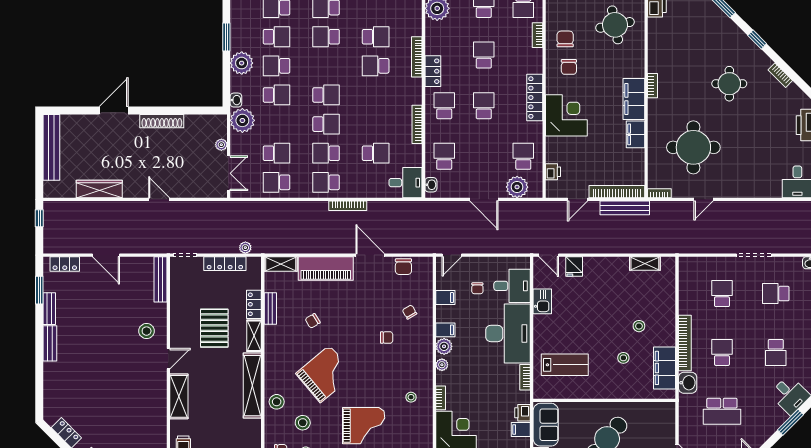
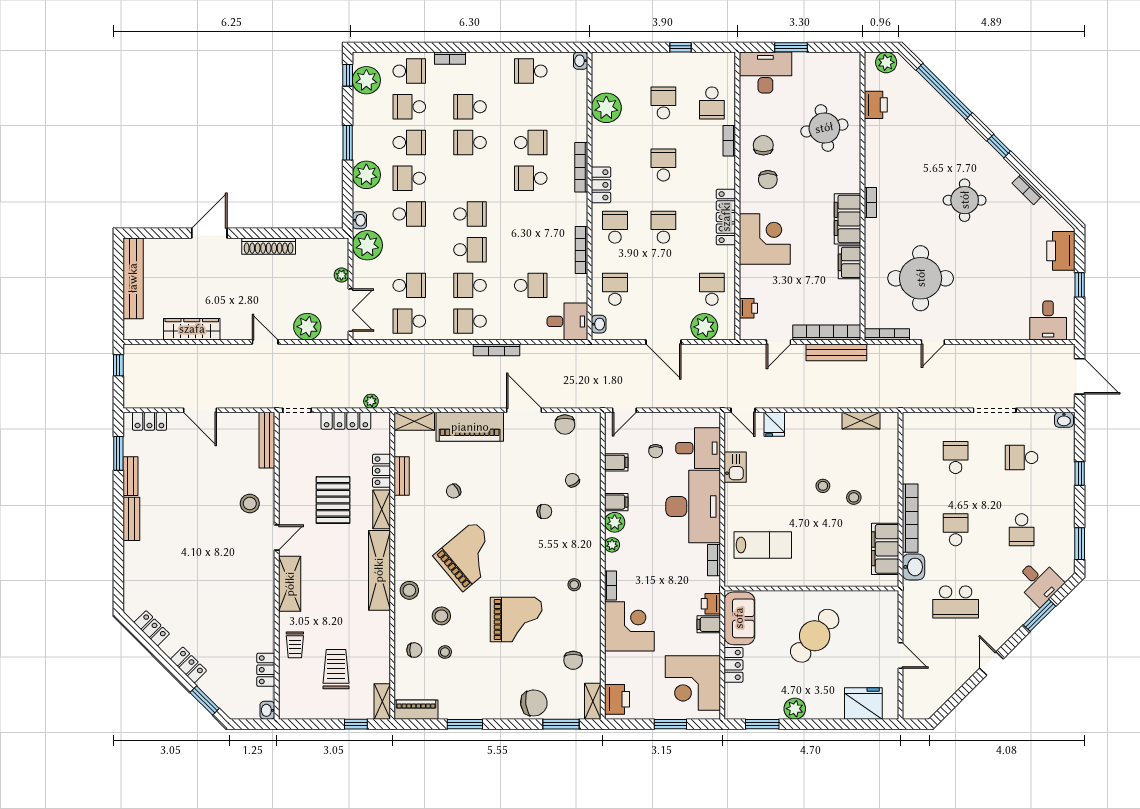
plant: (193, 187) -> (307, 327), added
bookcase: (659, 193) -> (887, 334), width x1.56
stool: (623, 358) -> (823, 486), moved

